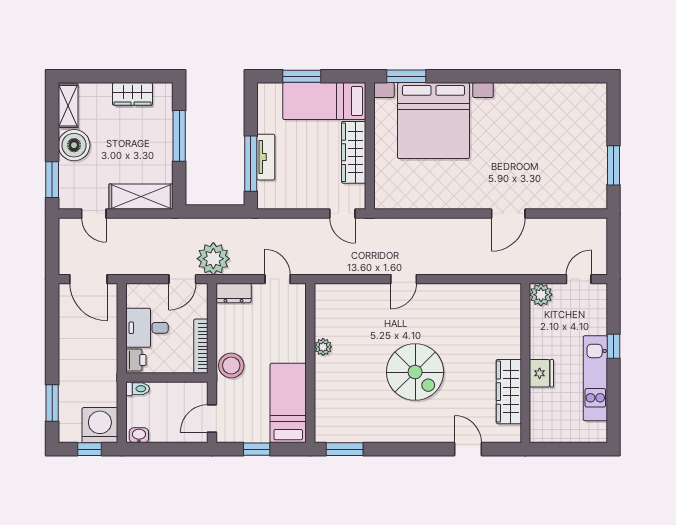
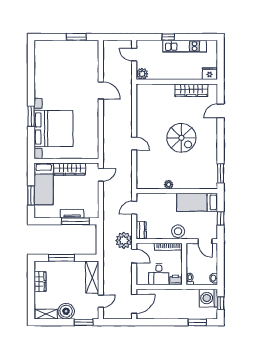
window: (406, 76) -> (31, 116), moved
spiral stairs: (415, 372) -> (181, 138), turned 90
fridge: (541, 373) -> (210, 74), moved

